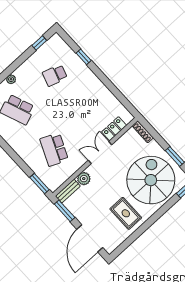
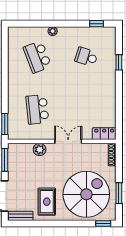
locker: (114, 129) -> (104, 134), moved
school desk: (54, 150) -> (37, 109), turned -30
bench: (68, 191) -> (21, 216), moved

